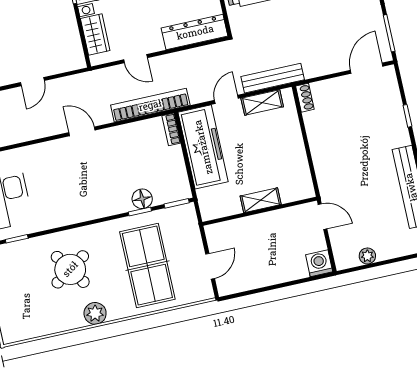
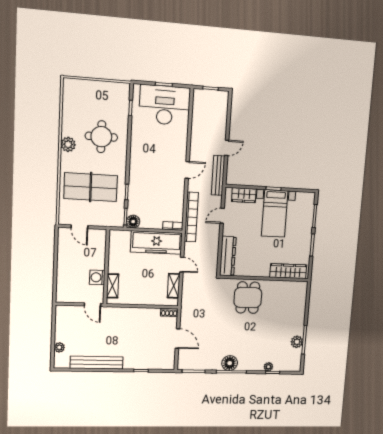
door: (367, 68) -> (177, 339), moved
bench: (273, 78) -> (218, 175), moved
door: (32, 82) -> (227, 148), swing flipped
floor lamp: (142, 199) -> (133, 222), moved
shelving: (261, 200) -> (113, 286), moved
door: (322, 217) -> (93, 305), hinge flipped
plant: (367, 256) -> (59, 347), moved
washing machine: (319, 263) -> (97, 277), moved, turned 180
round table: (70, 269) -> (101, 137), turned 34

